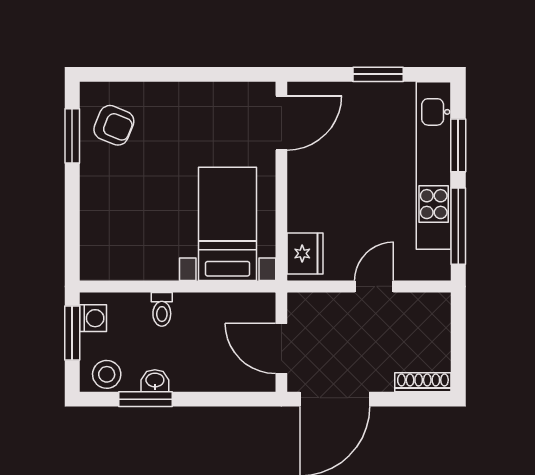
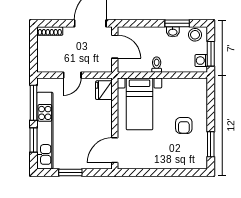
armchair: (114, 125) -> (184, 125), moved, turned -112
toilet: (162, 309) -> (157, 65), moved

